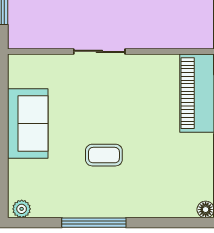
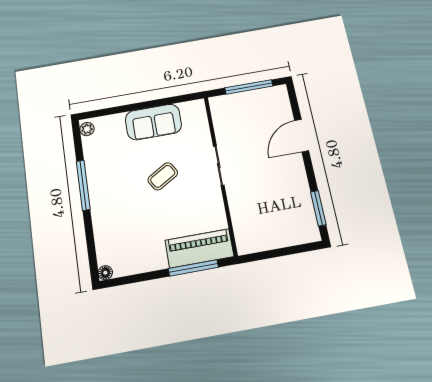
coffee table: (104, 155) -> (163, 176), moved, turned 59

